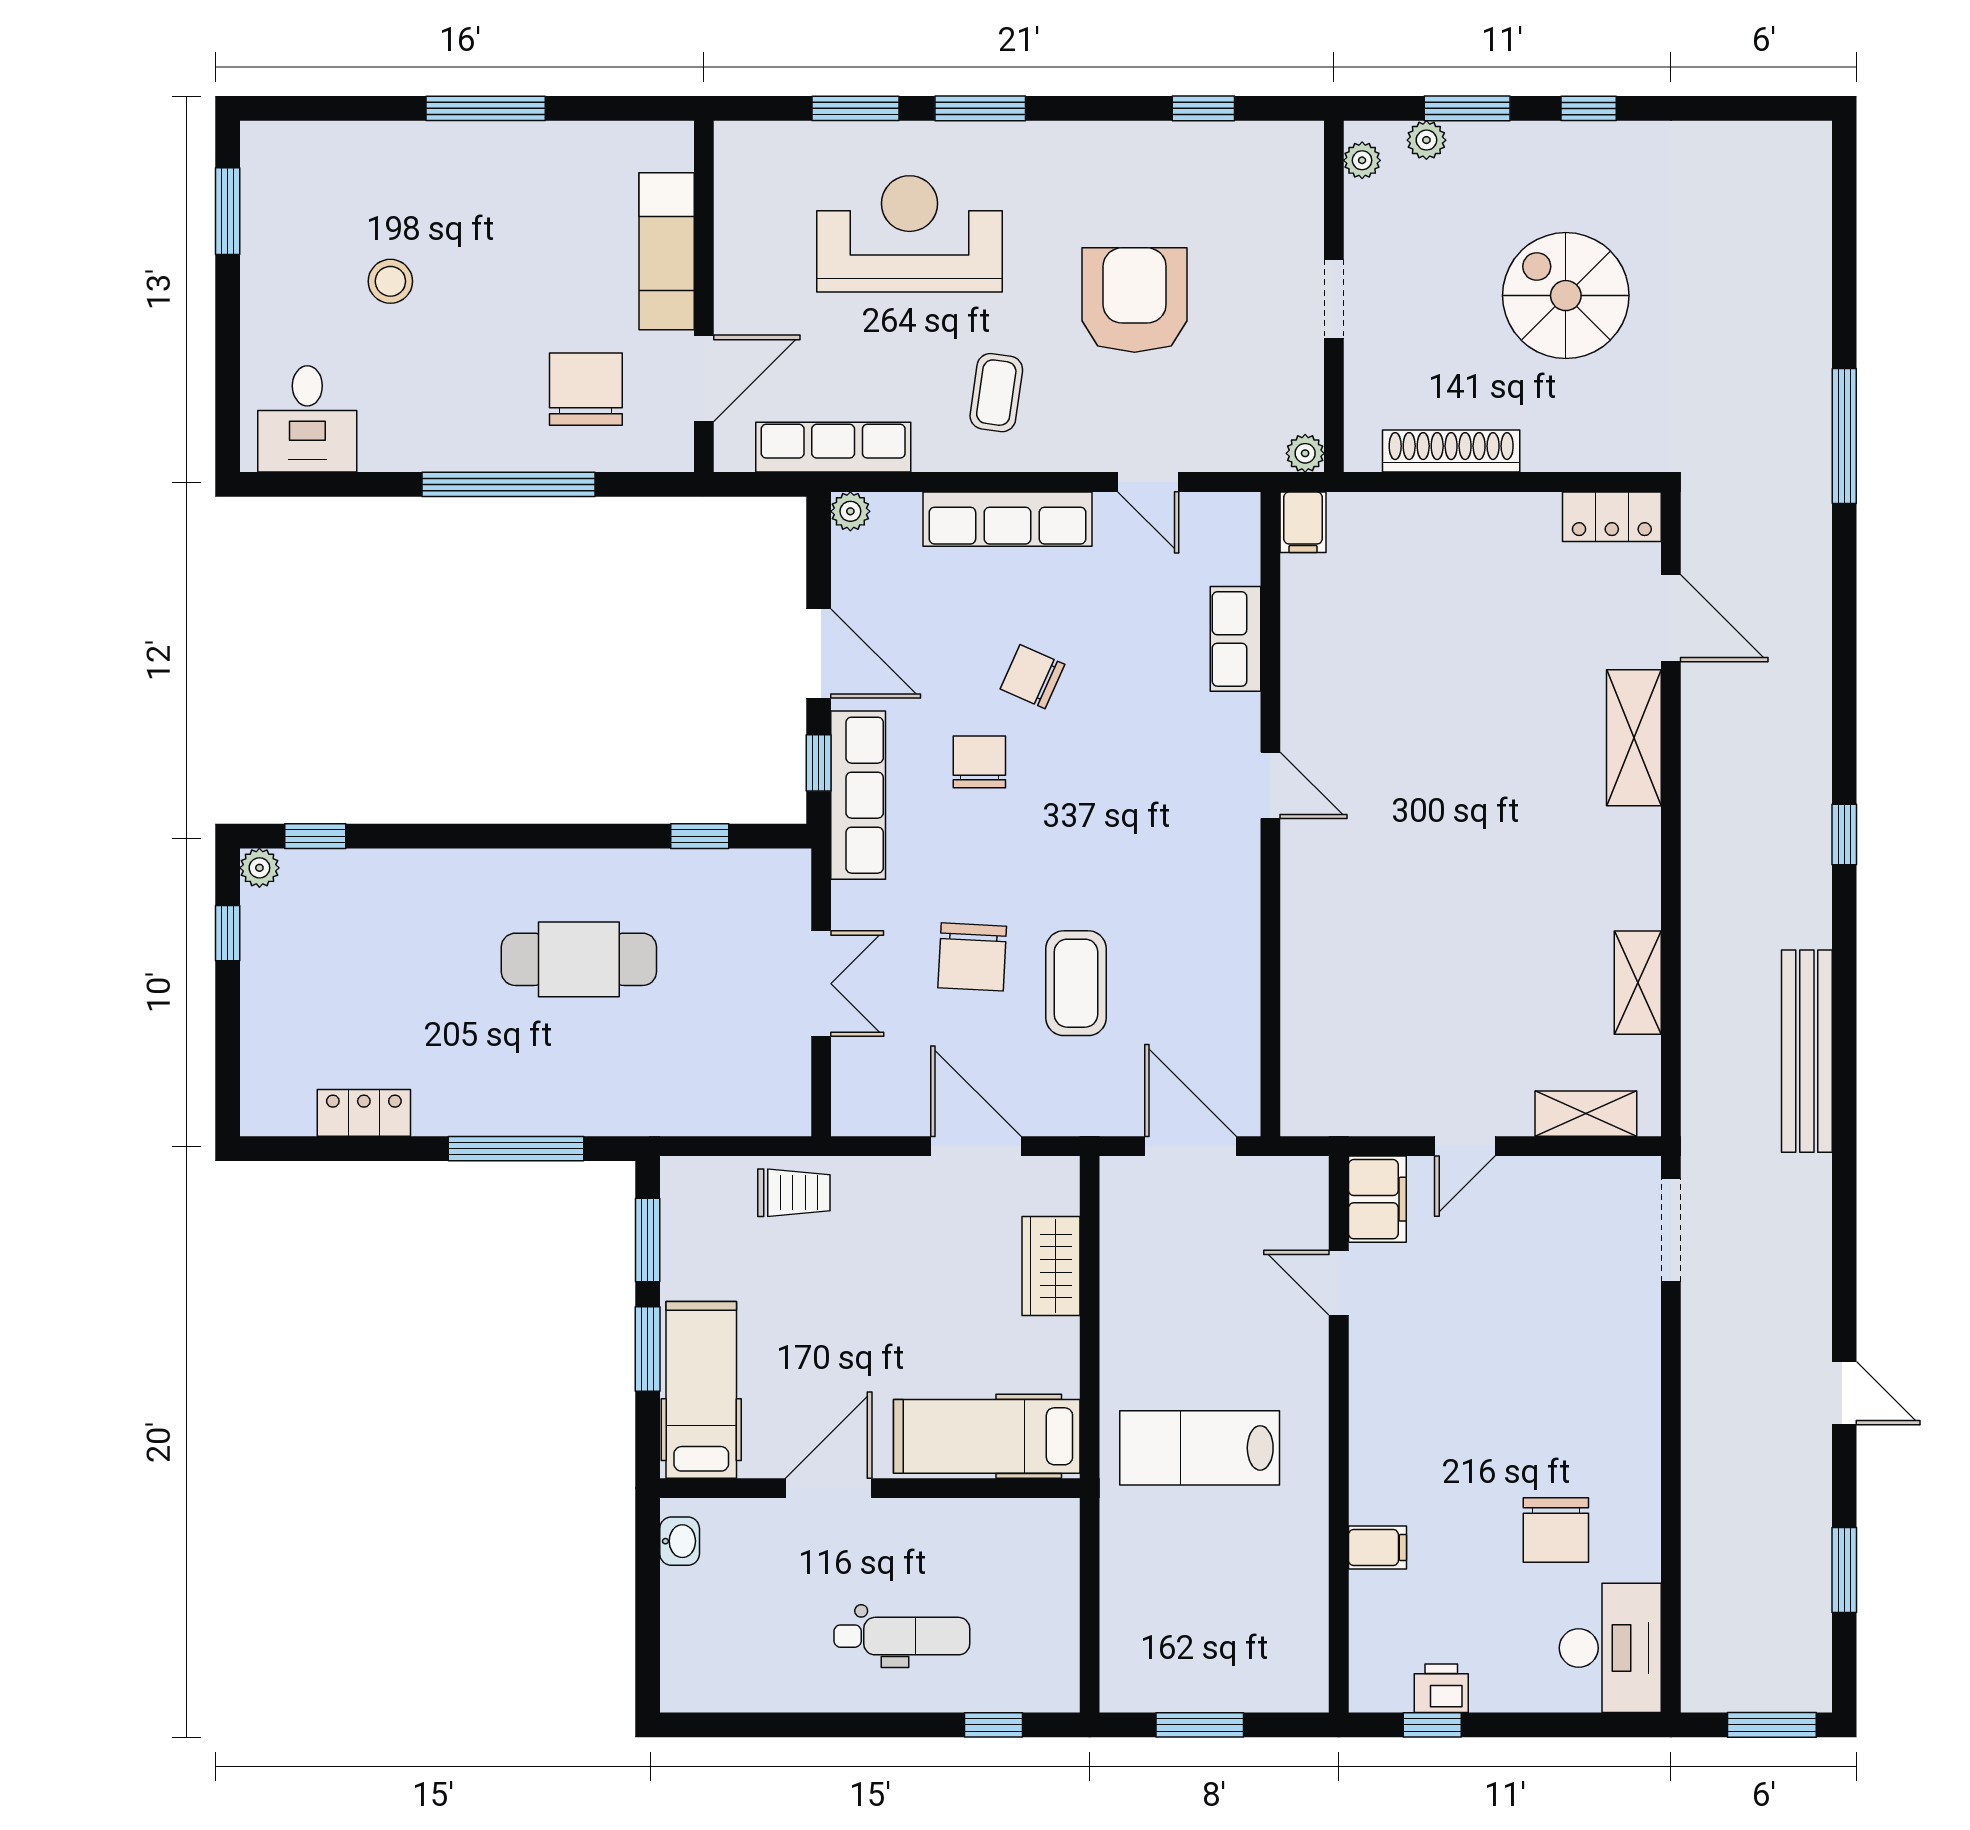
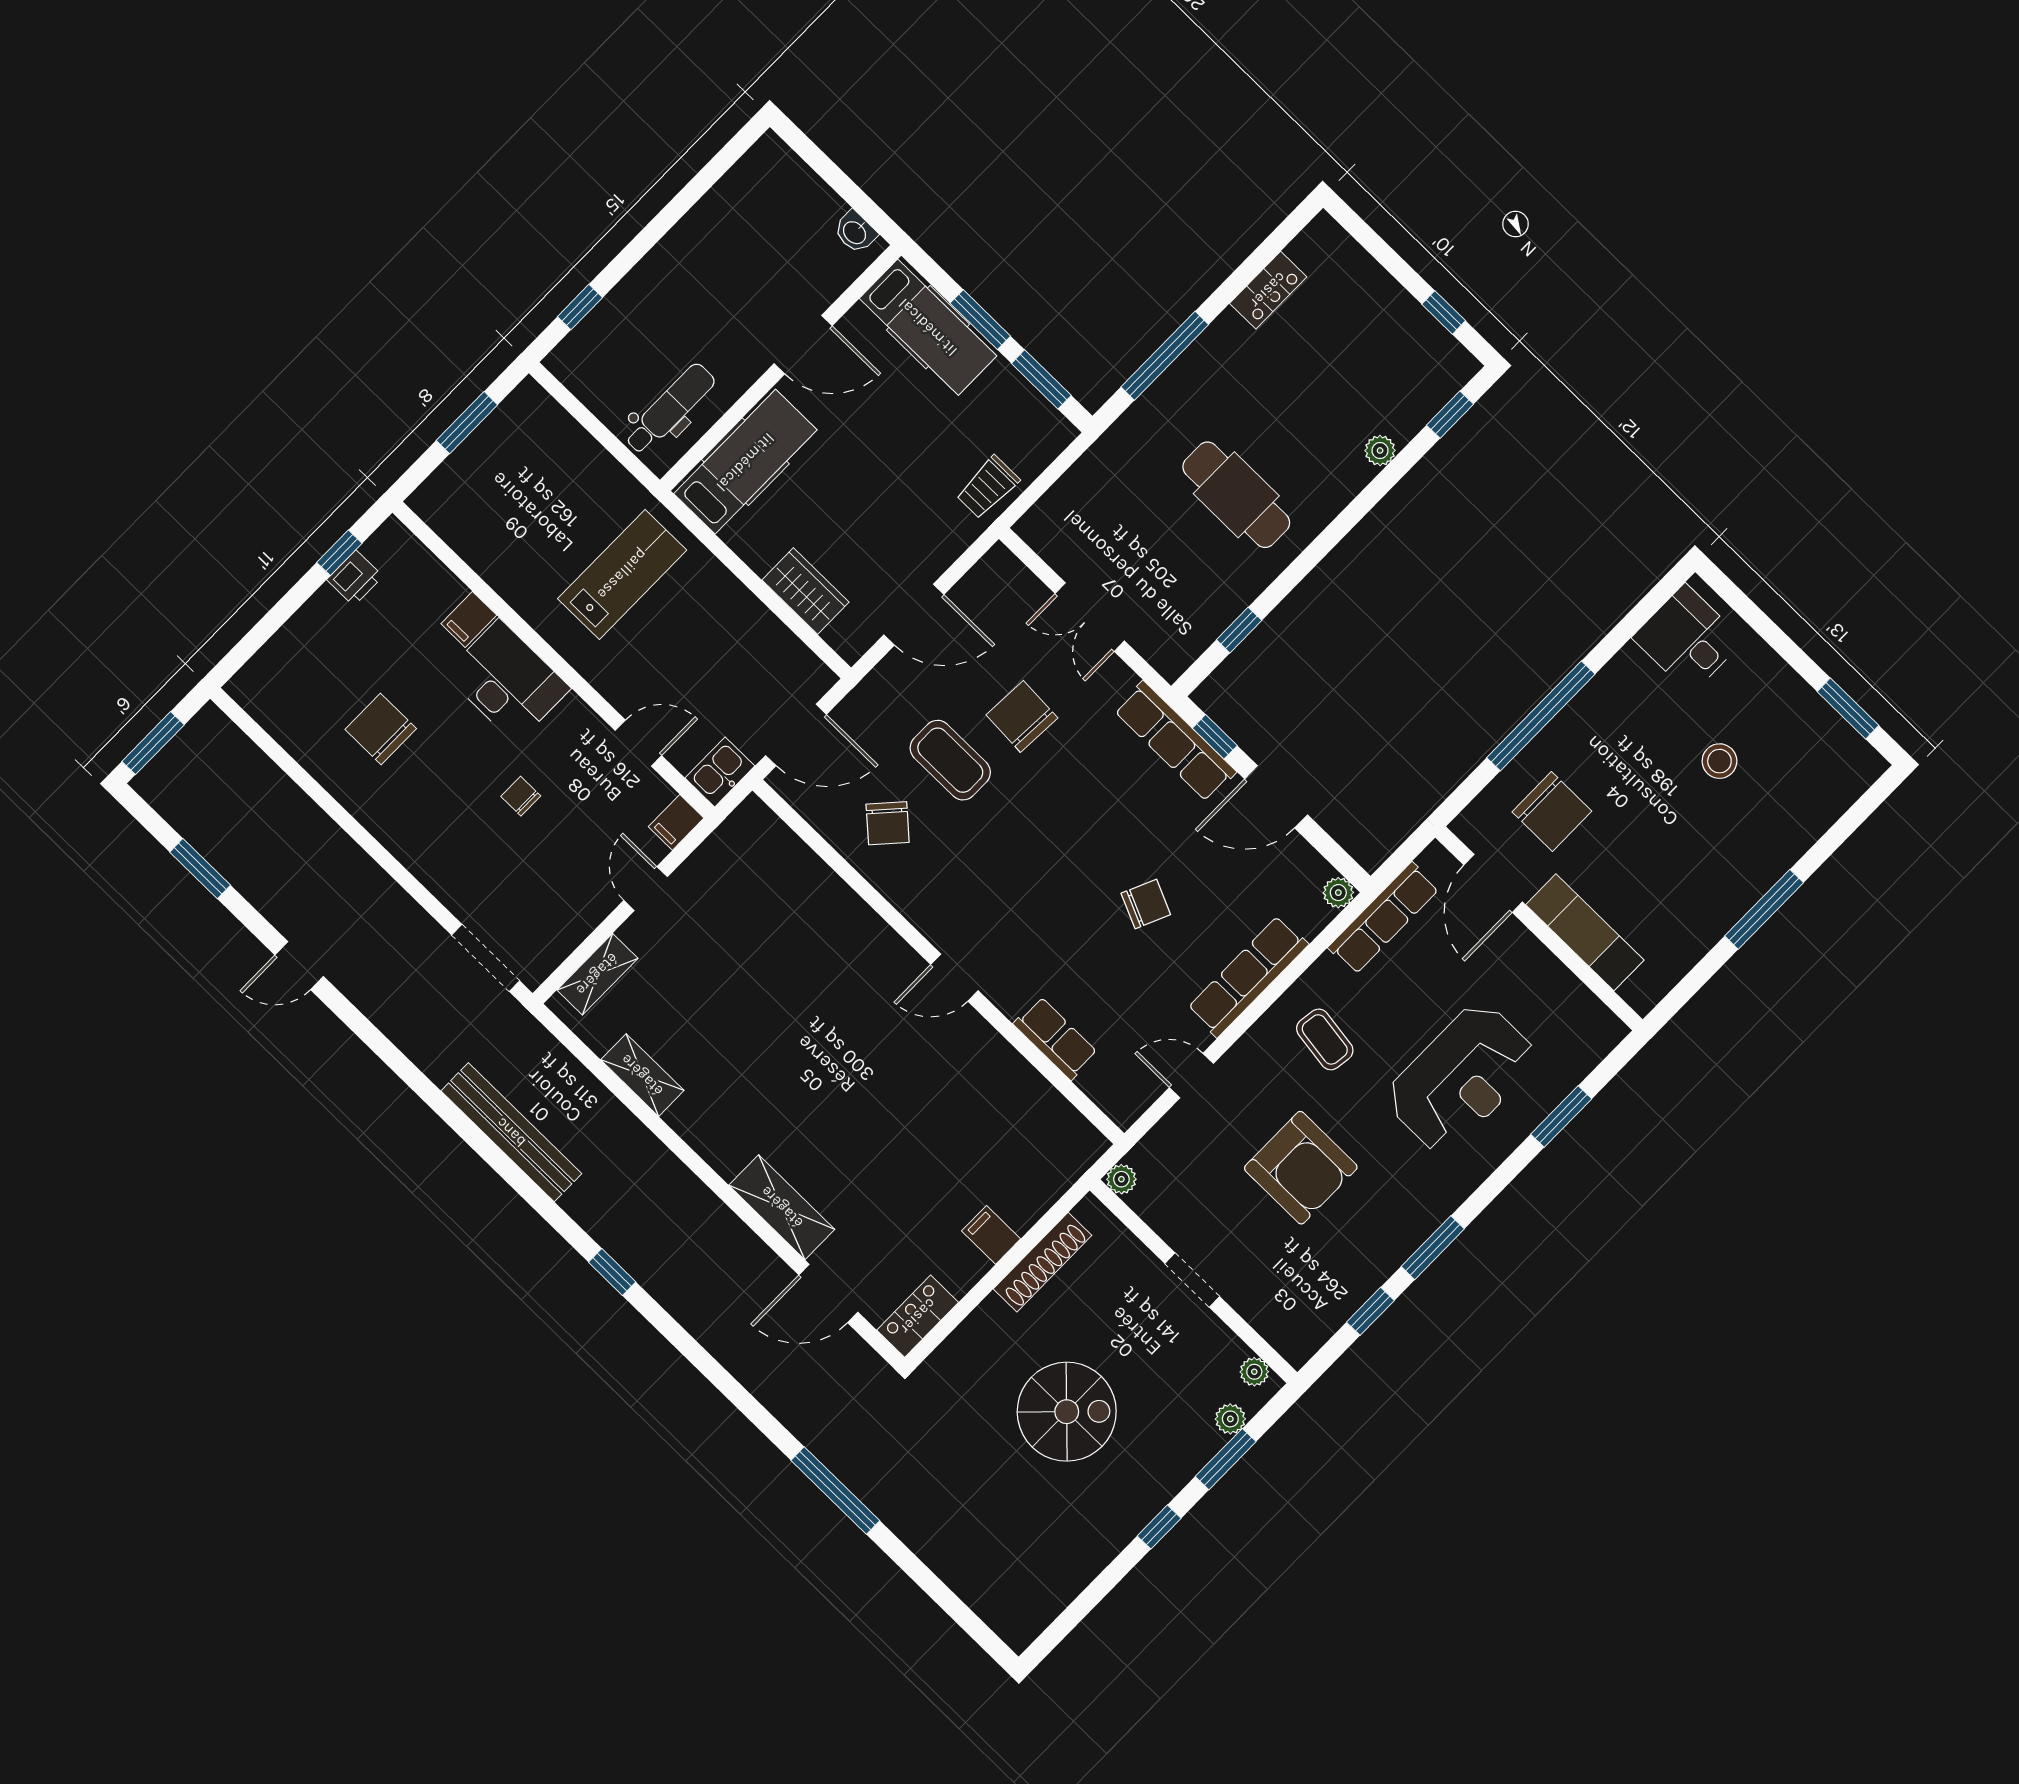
window: (980, 108) -> (1433, 1248), moved
filing cabinet: (1303, 522) -> (991, 1235), moved
chair: (979, 762) -> (888, 823), moved, turned 42
plant: (259, 868) -> (1380, 451), moved
cafe table: (579, 959) -> (1236, 495), turned 90
kitchen sink: (1292, 1183) -> (720, 772), added
filing cabinet: (1377, 1199) -> (676, 822), width x0.50
chair: (1492, 1342) -> (521, 796), added
door: (829, 1488) -> (803, 345), hinge flipped
dental chair: (902, 1636) -> (670, 409), moved, turned 180
desk: (1610, 1648) -> (507, 681), moved, turned 180

